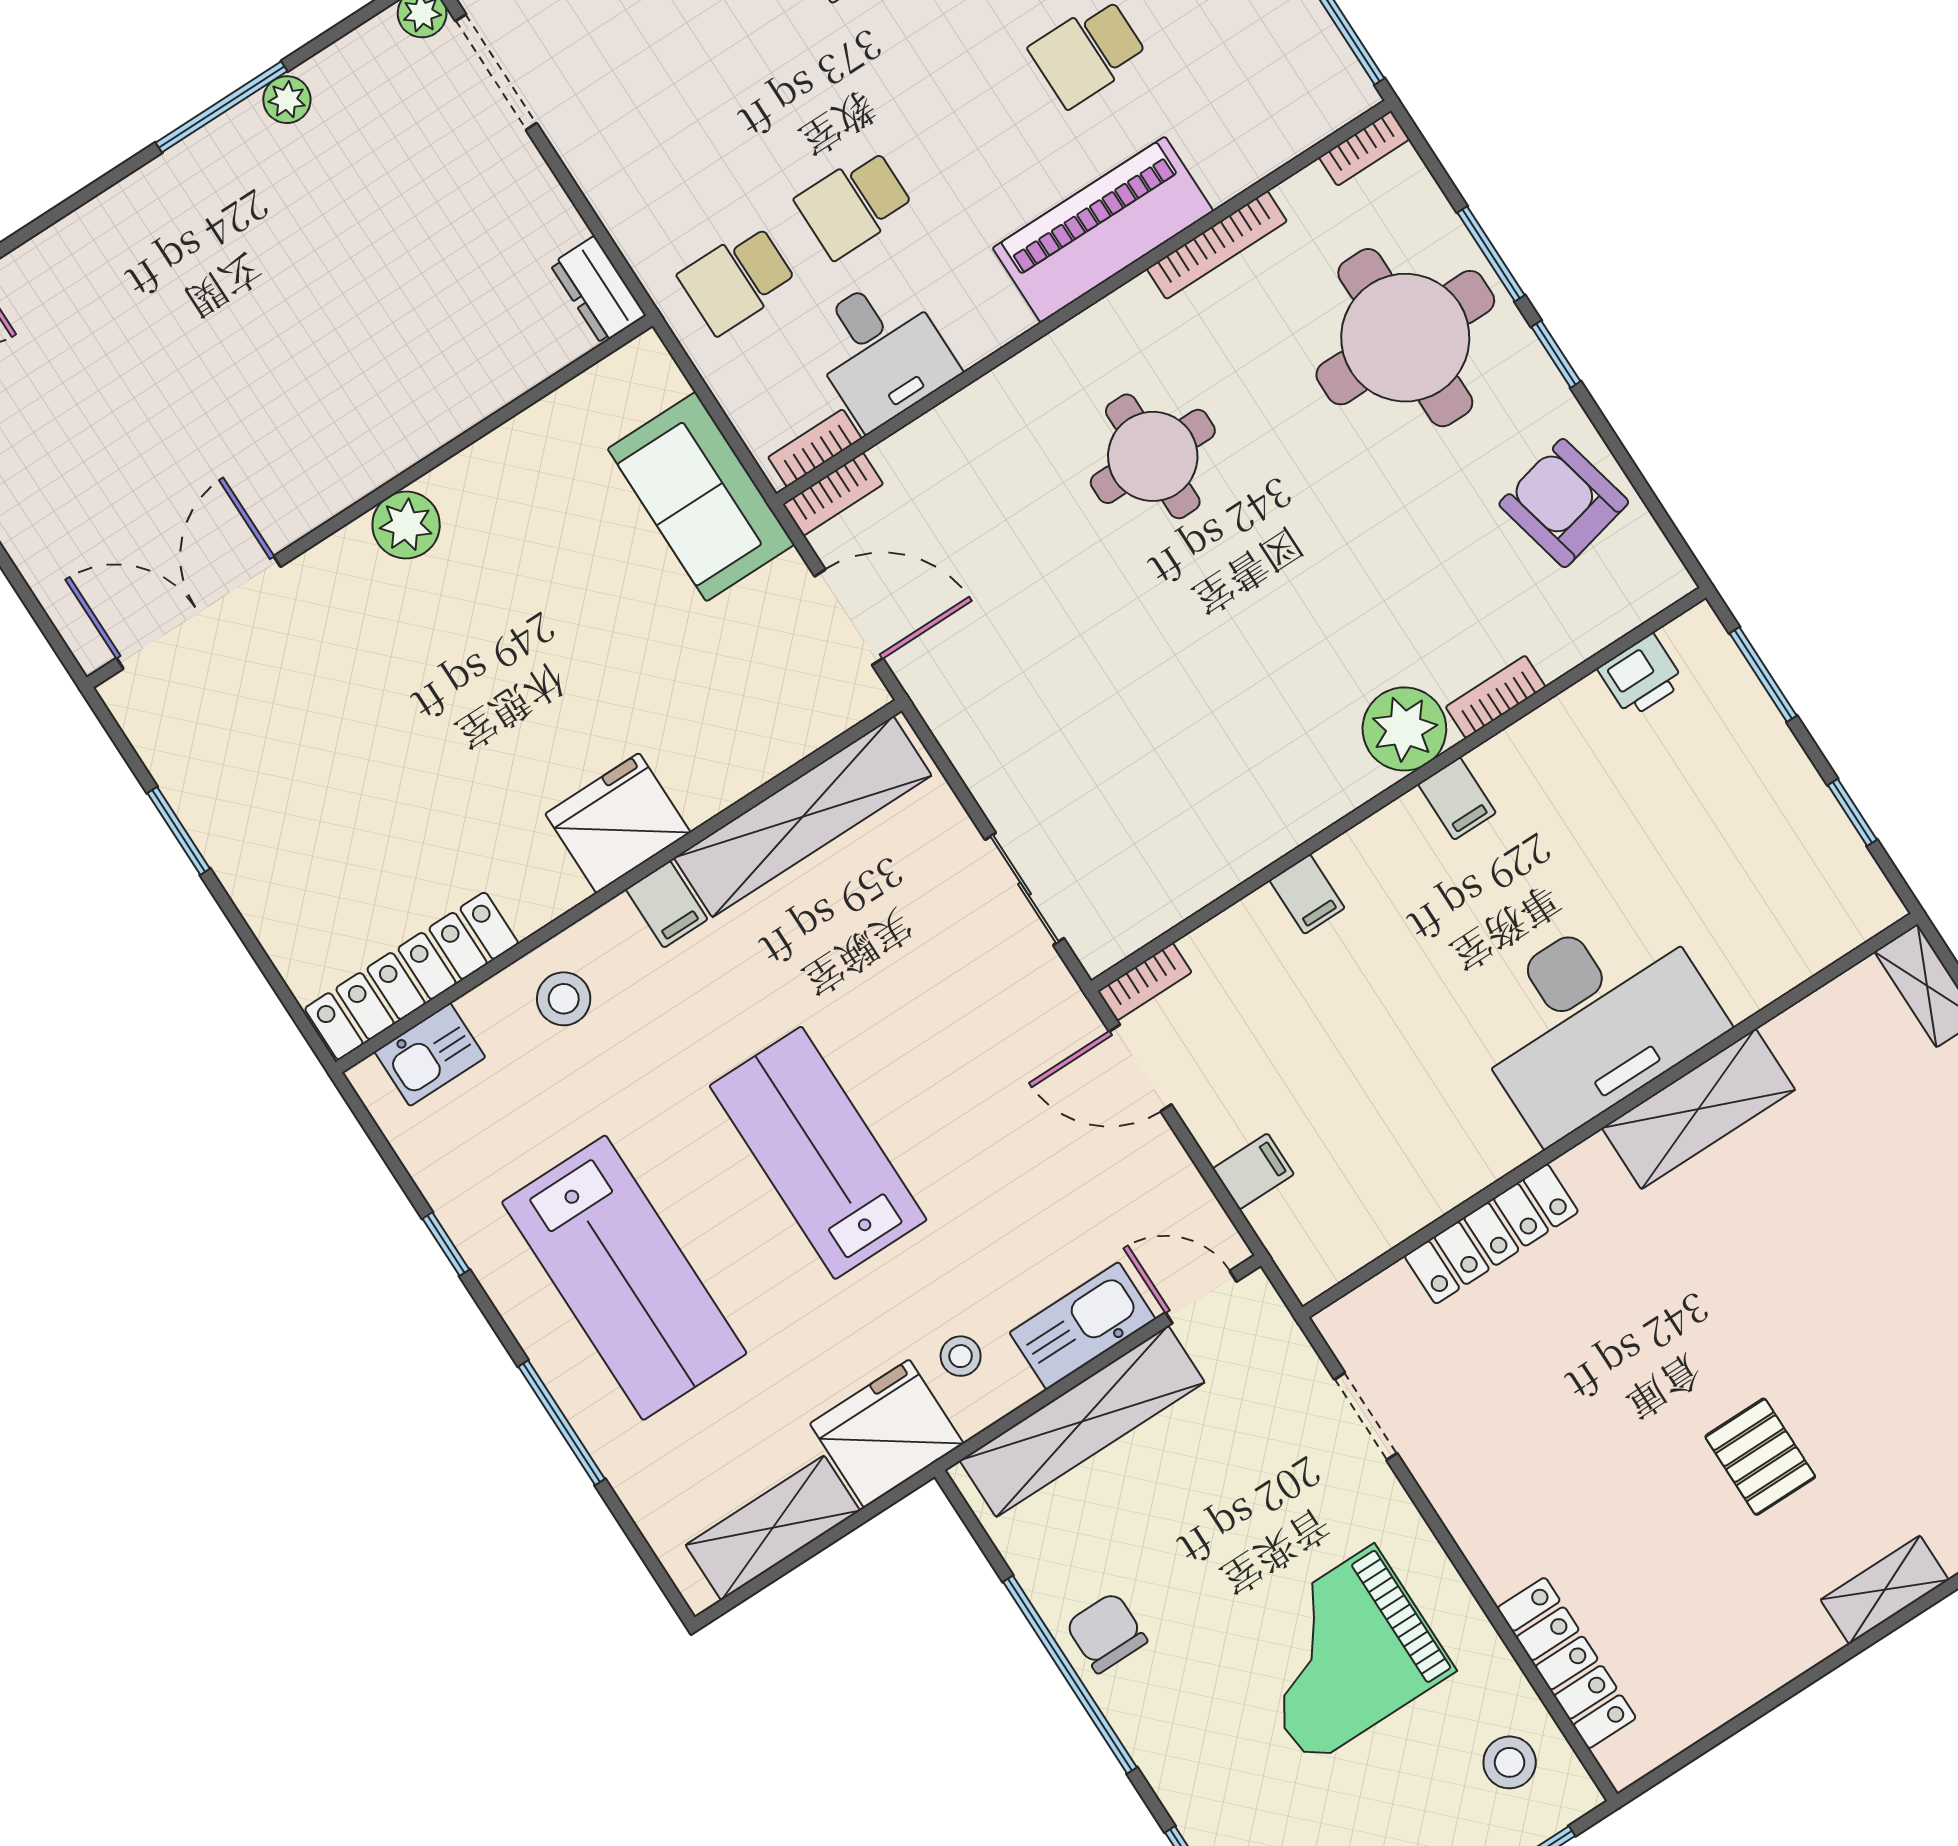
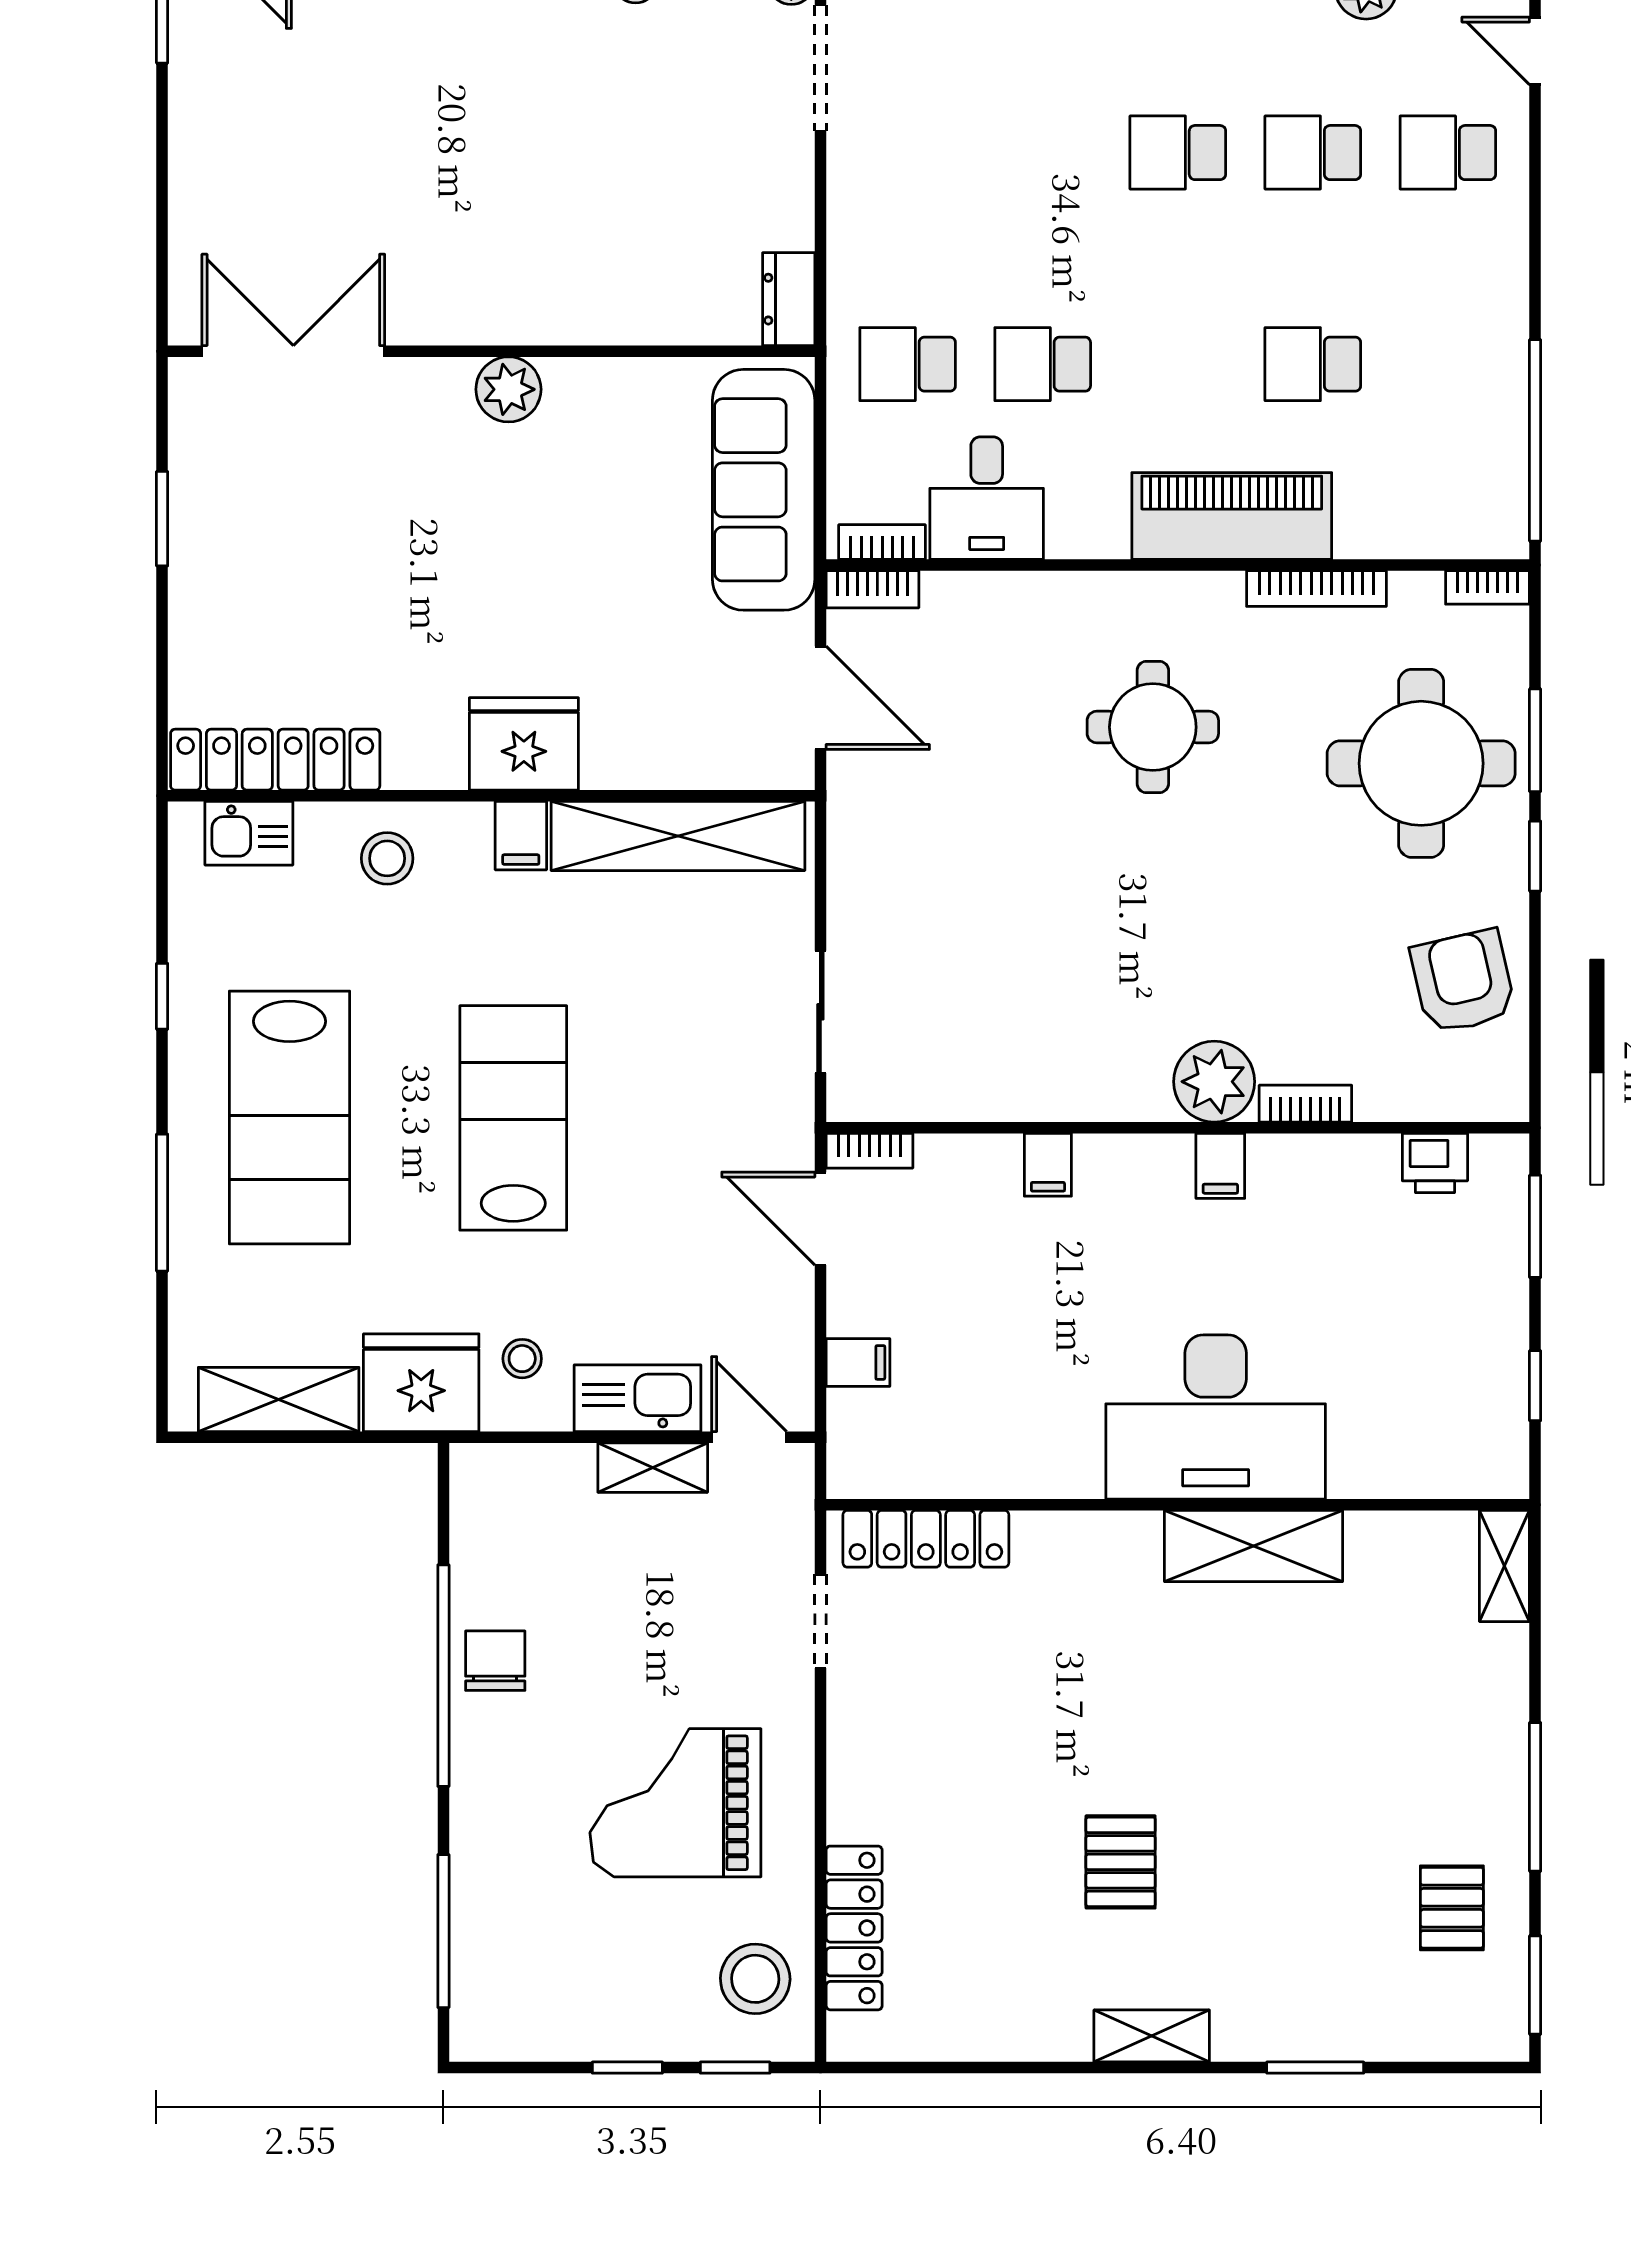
sofa: (701, 497) -> (764, 490), width x1.36
locker: (1491, 1234) -> (926, 1539), moved
shelving: (1082, 1421) -> (653, 1468), width x0.45, depth x0.75
stool: (1510, 1762) -> (755, 1979), width x1.38, depth x1.38

